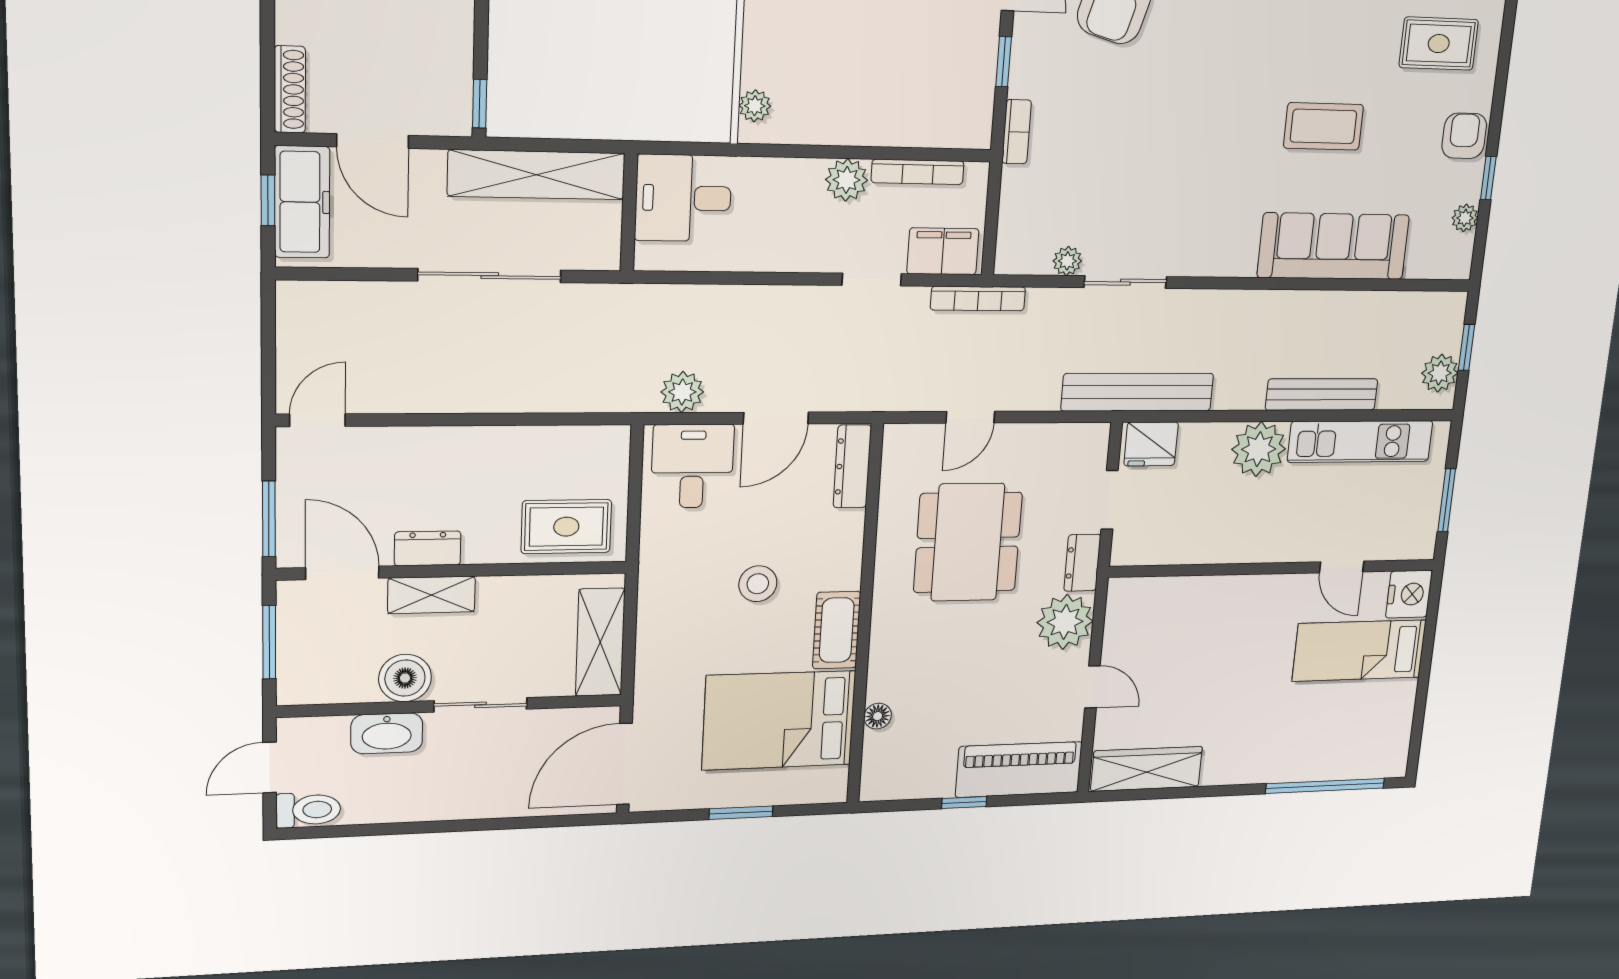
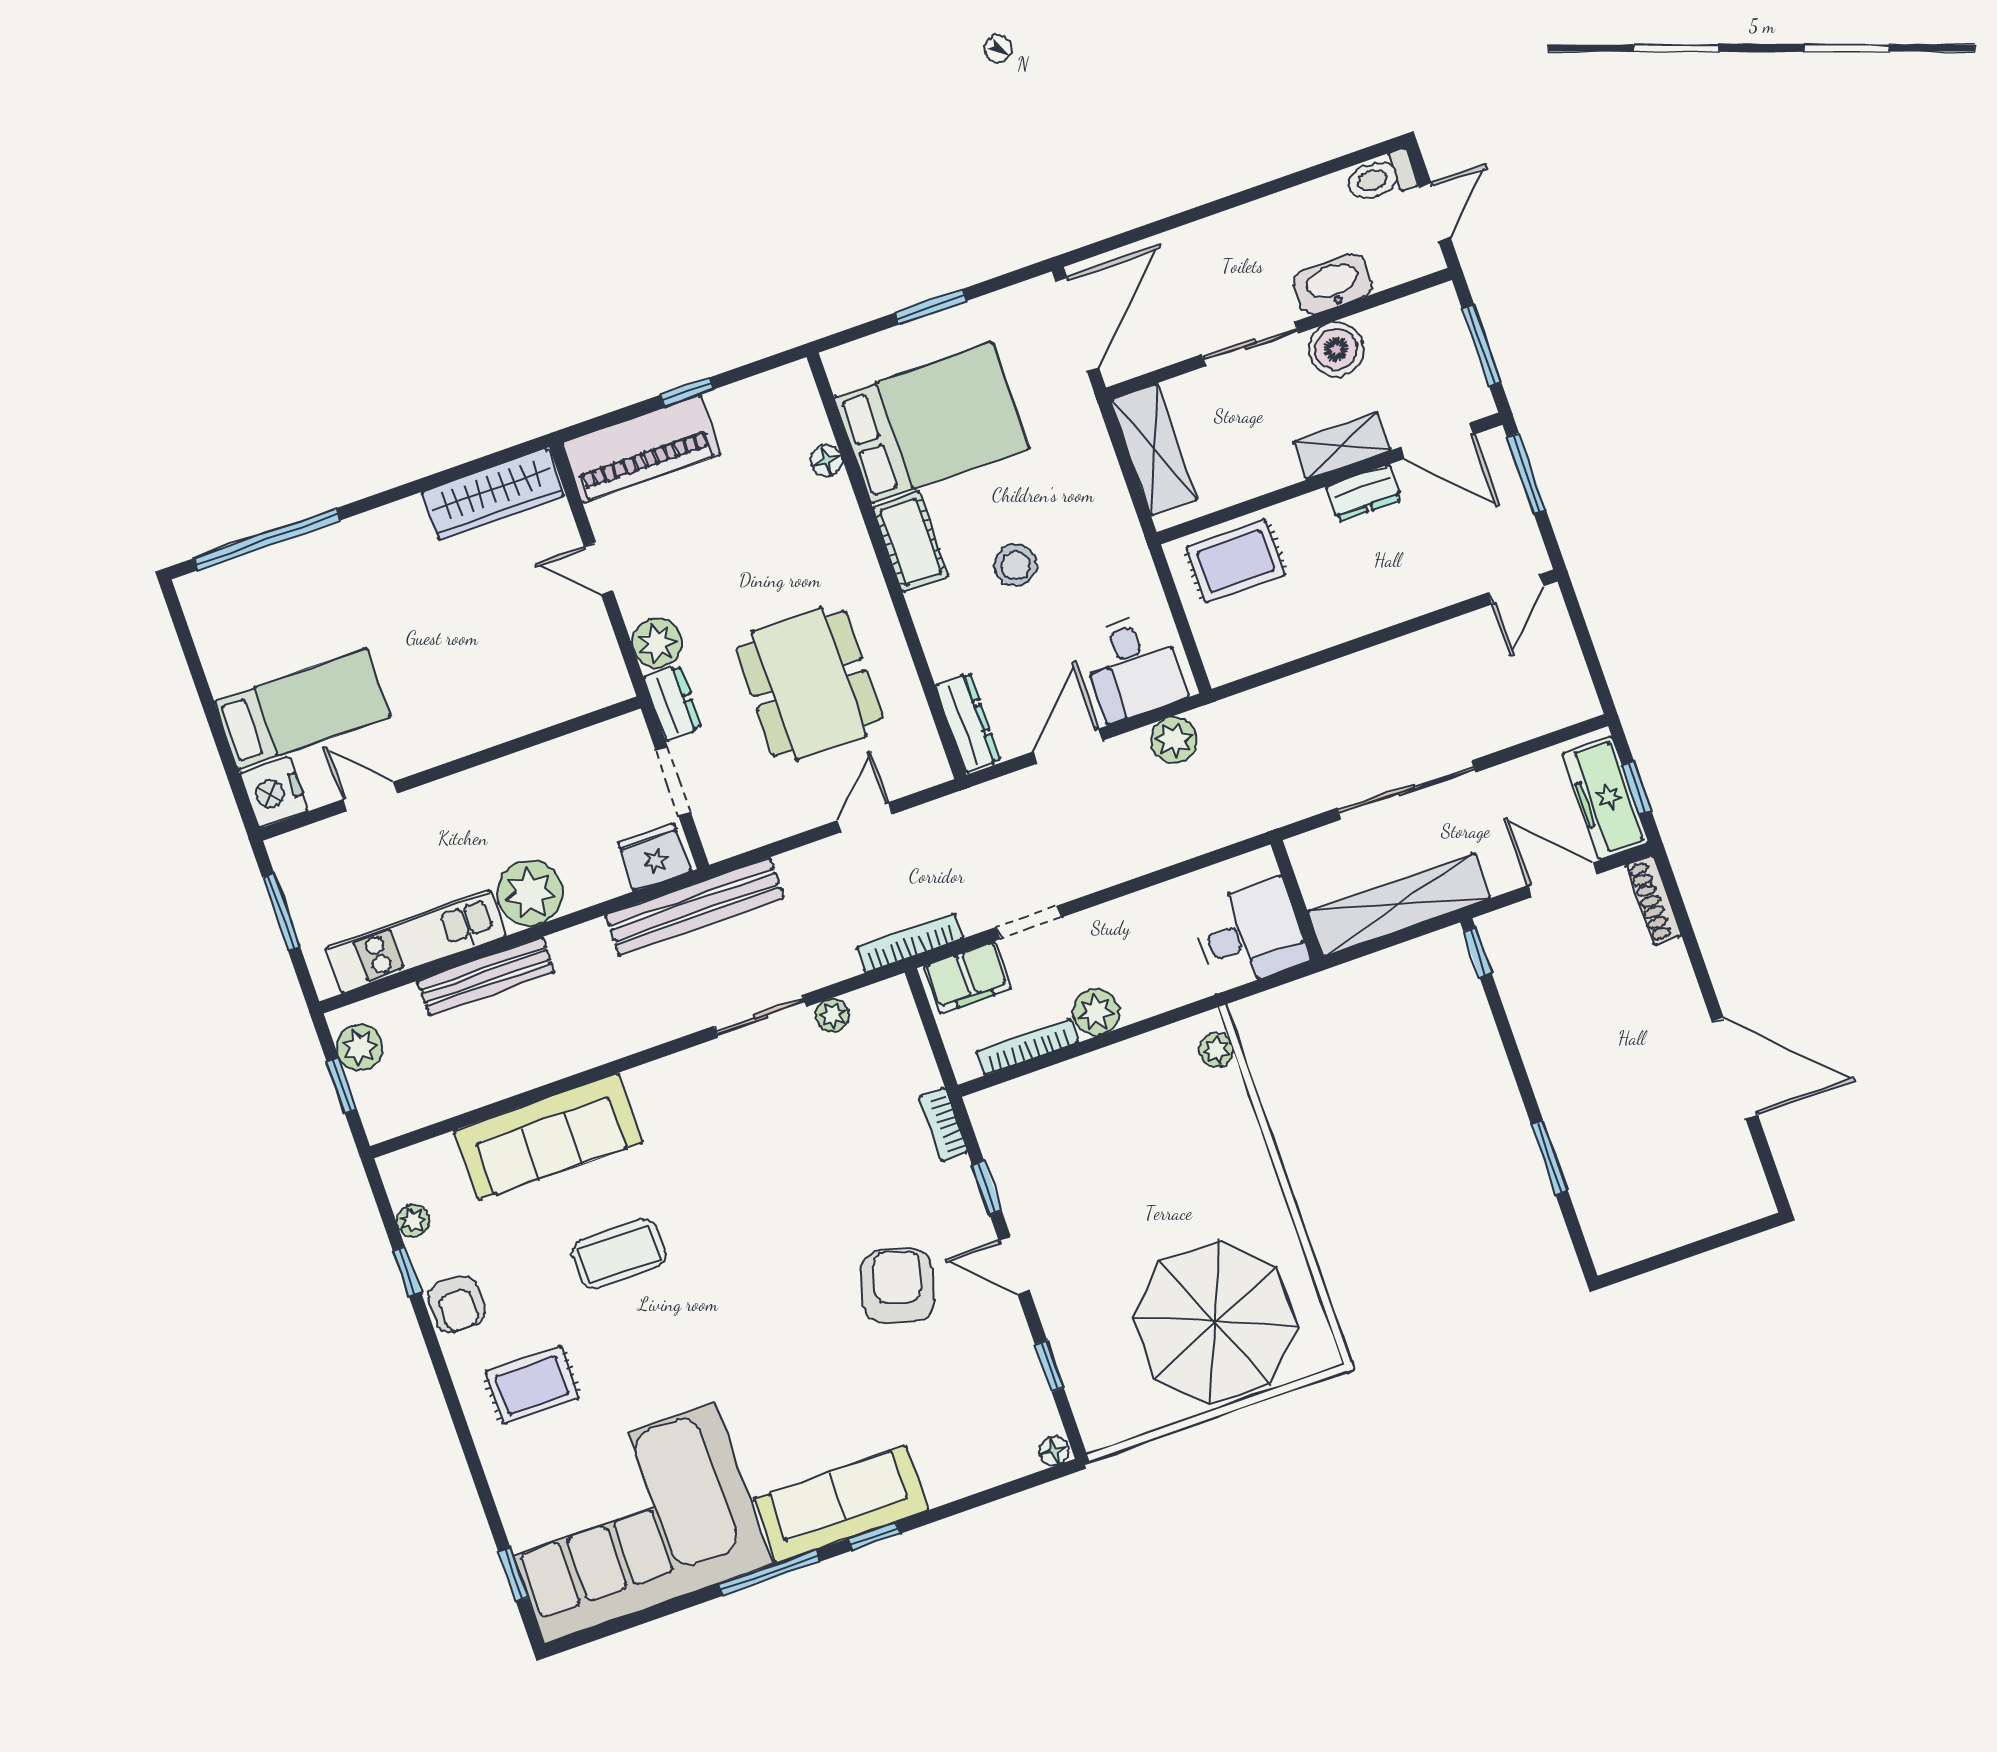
plant: (1065, 622) -> (657, 643), width x0.73, depth x0.73

